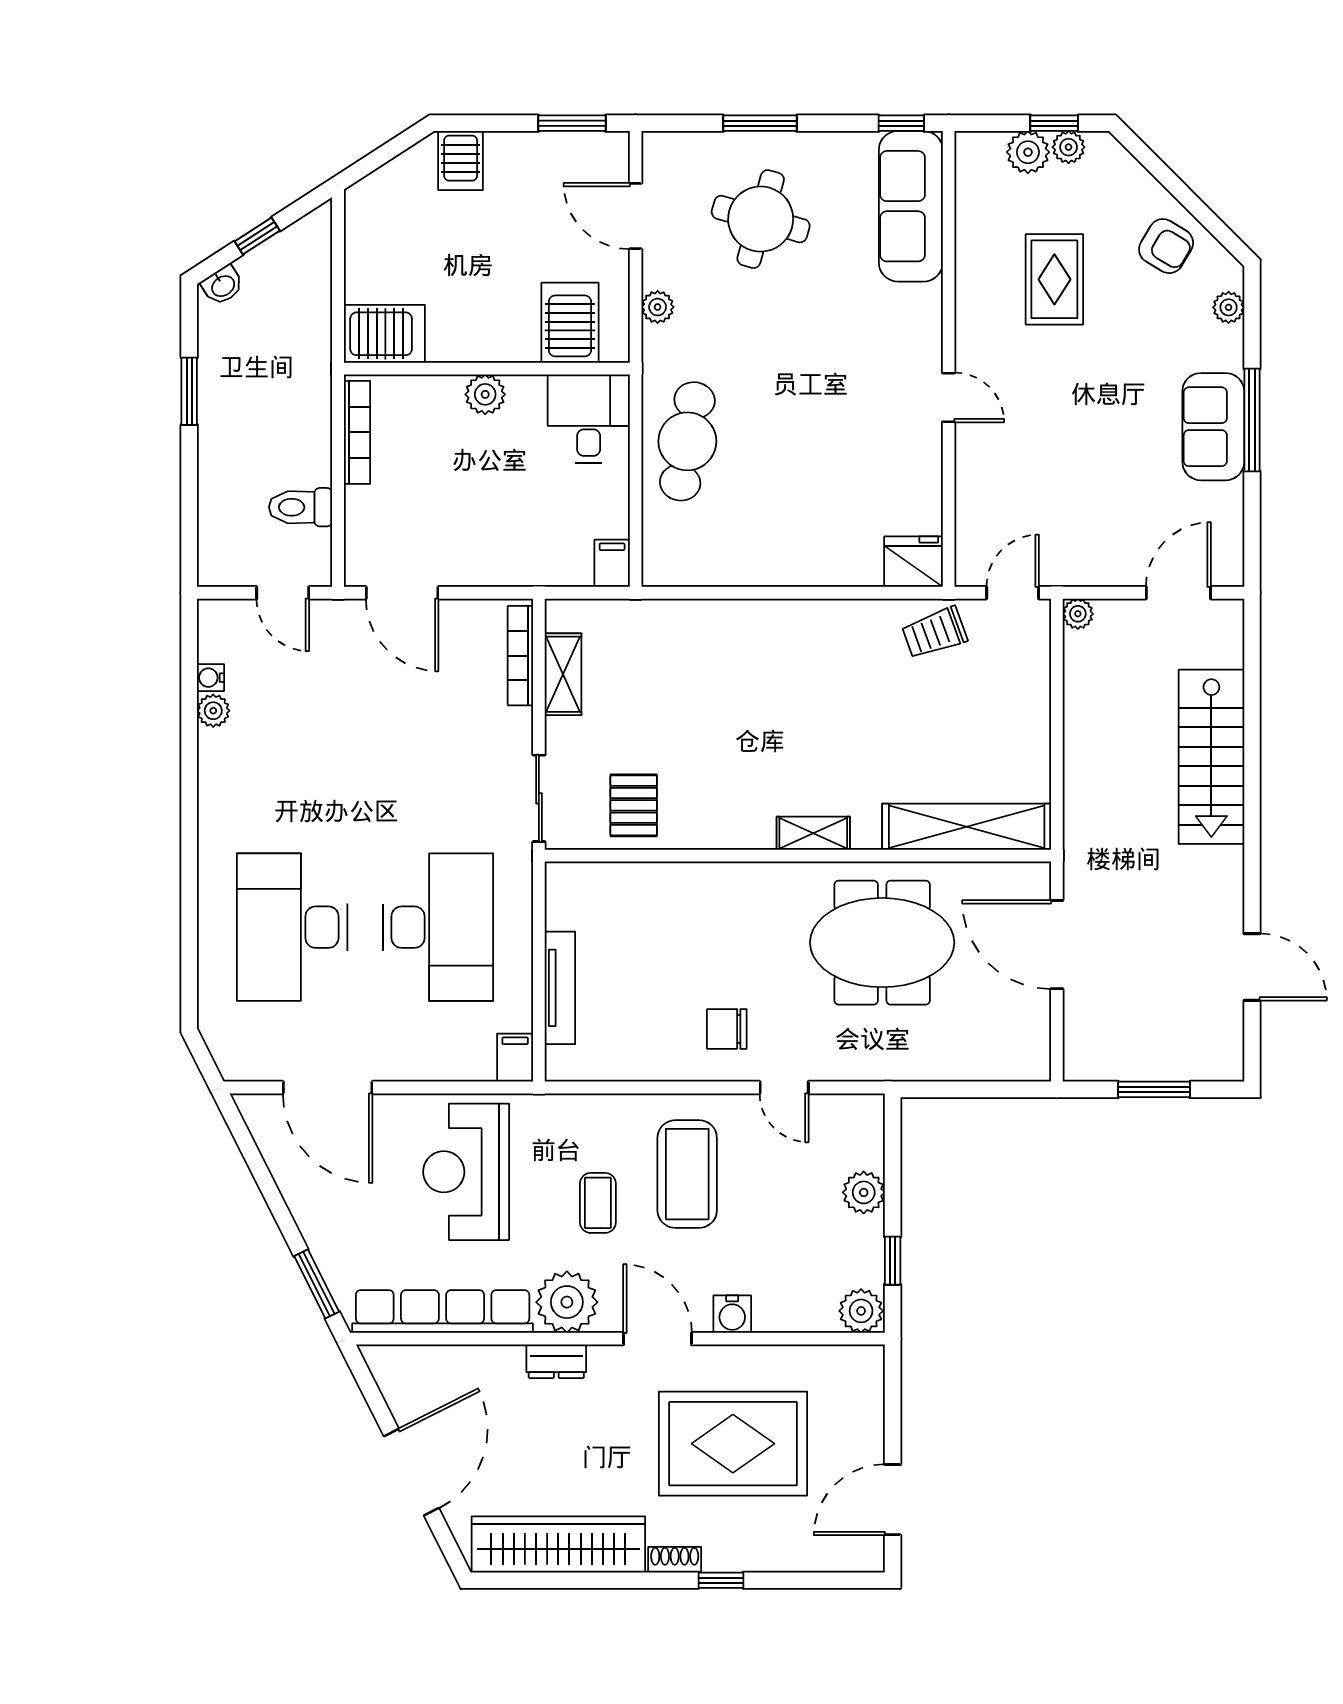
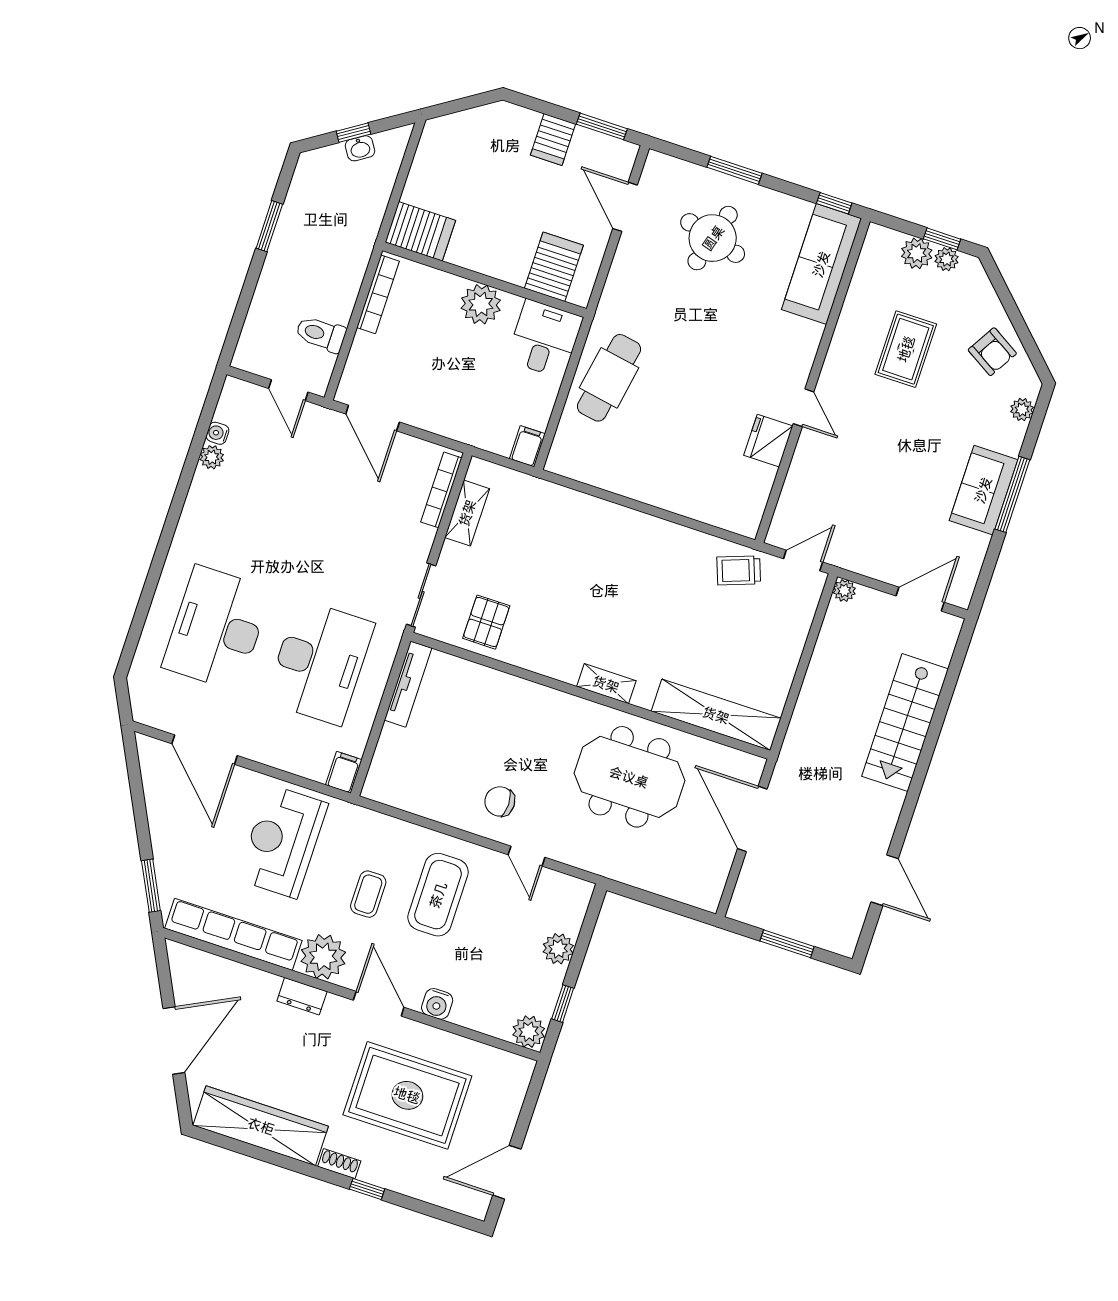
server rack: (461, 161) -> (553, 140), moved
washbasin: (223, 285) -> (360, 148), moved
plant: (658, 307) -> (619, 276), removed
plant: (485, 394) -> (481, 304), width x1.36, depth x1.36
fridge: (913, 562) -> (768, 441), moved, turned -90
tv unit: (560, 988) -> (408, 684), moved

